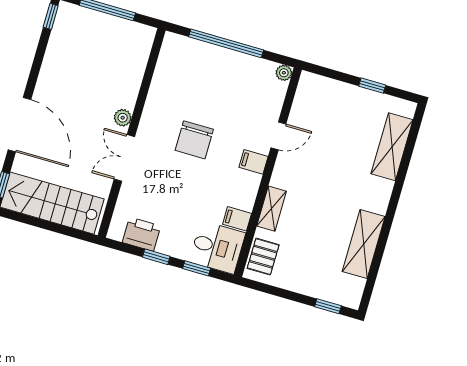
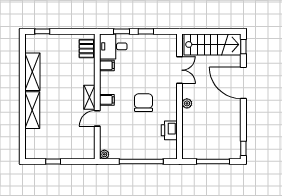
shelving: (392, 147) -> (32, 110), moved
double door: (124, 158) -> (180, 70), moved
shelving: (272, 209) -> (89, 97), moved
printer: (142, 234) -> (169, 130), moved, turned 90

